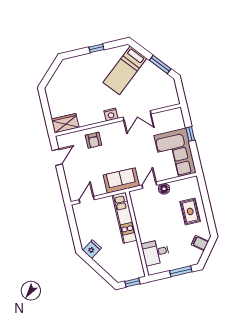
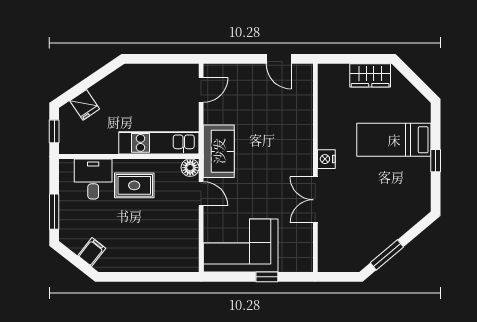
bed: (125, 70) -> (394, 140), moved, turned -50
wardrobe: (65, 123) -> (370, 75), moved, turned 90
armchair: (93, 140) -> (292, 122), removed
floor lamp: (164, 189) -> (190, 168), moved
door: (87, 200) -> (201, 90), hinge flipped
rug: (190, 211) -> (134, 185), moved
fridge: (92, 249) -> (85, 105), moved

